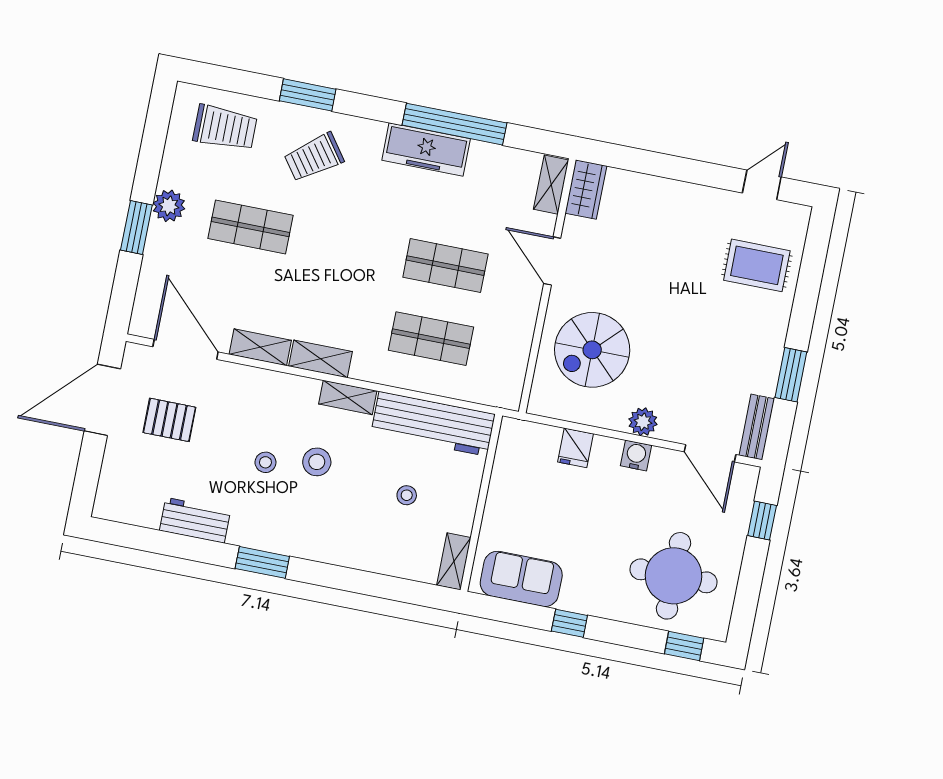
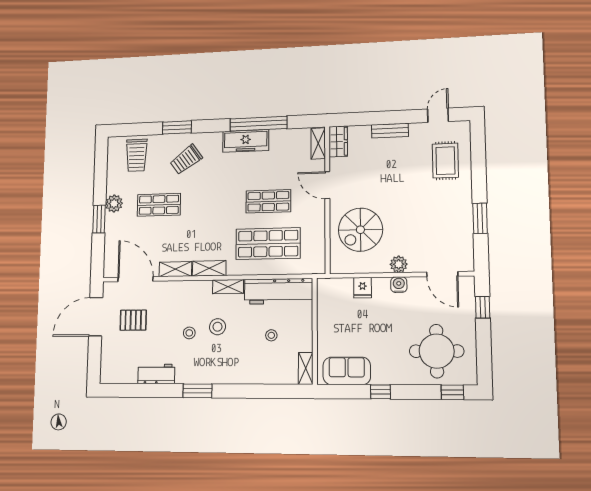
trolley: (225, 128) -> (137, 155), turned 90
rug: (757, 265) -> (445, 161), turned 90
shop shelf: (431, 339) -> (268, 244), width x1.43, depth x1.36
bench: (757, 427) -> (390, 131), moved, turned 90

